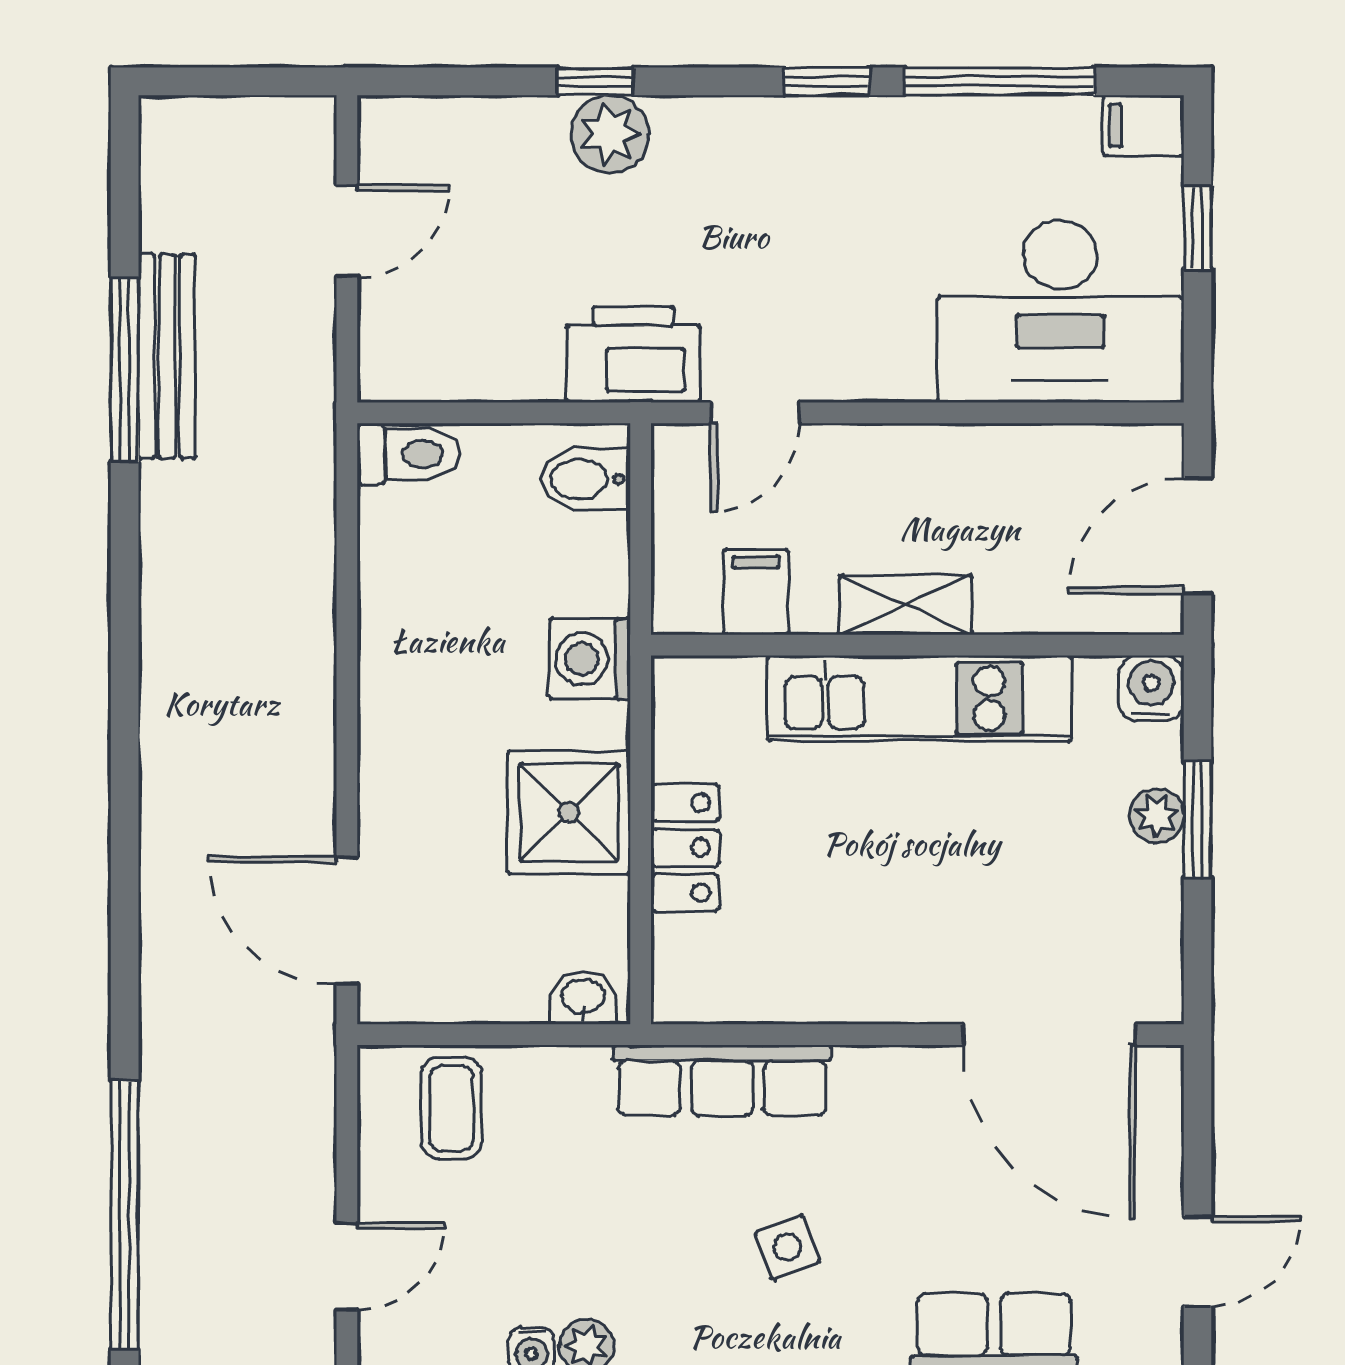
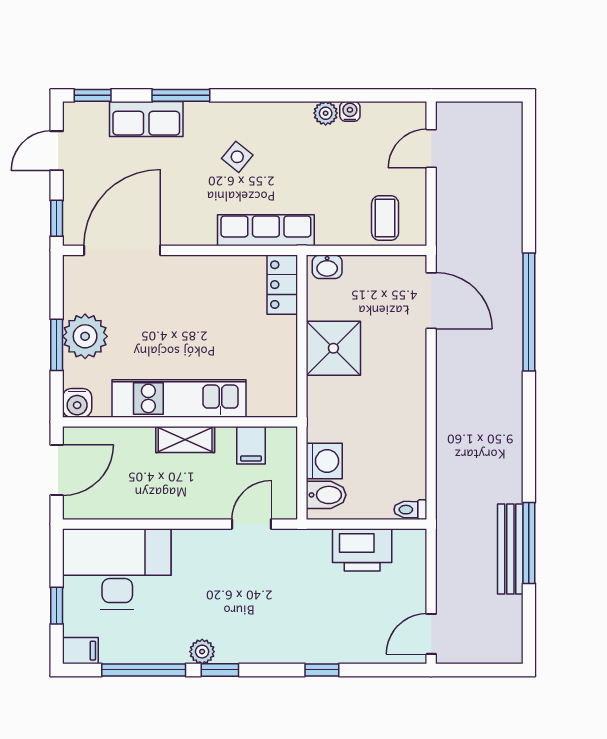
plant: (610, 134) -> (202, 652), moved, width x0.73, depth x0.73
door: (347, 231) -> (431, 634), moved
printer: (633, 354) -> (362, 550), moved
toilet: (408, 454) -> (410, 510), width x0.73, depth x0.72
washing machine: (590, 659) -> (324, 461), moved
plant: (1157, 816) -> (85, 336), width x1.87, depth x1.87
locker: (685, 848) -> (282, 285), moved
door: (1049, 1035) -> (122, 250), hinge flipped
window: (1198, 1107) -> (57, 218), added
window: (125, 1215) -> (529, 312), moved
side table: (787, 1247) -> (237, 157), turned -30

